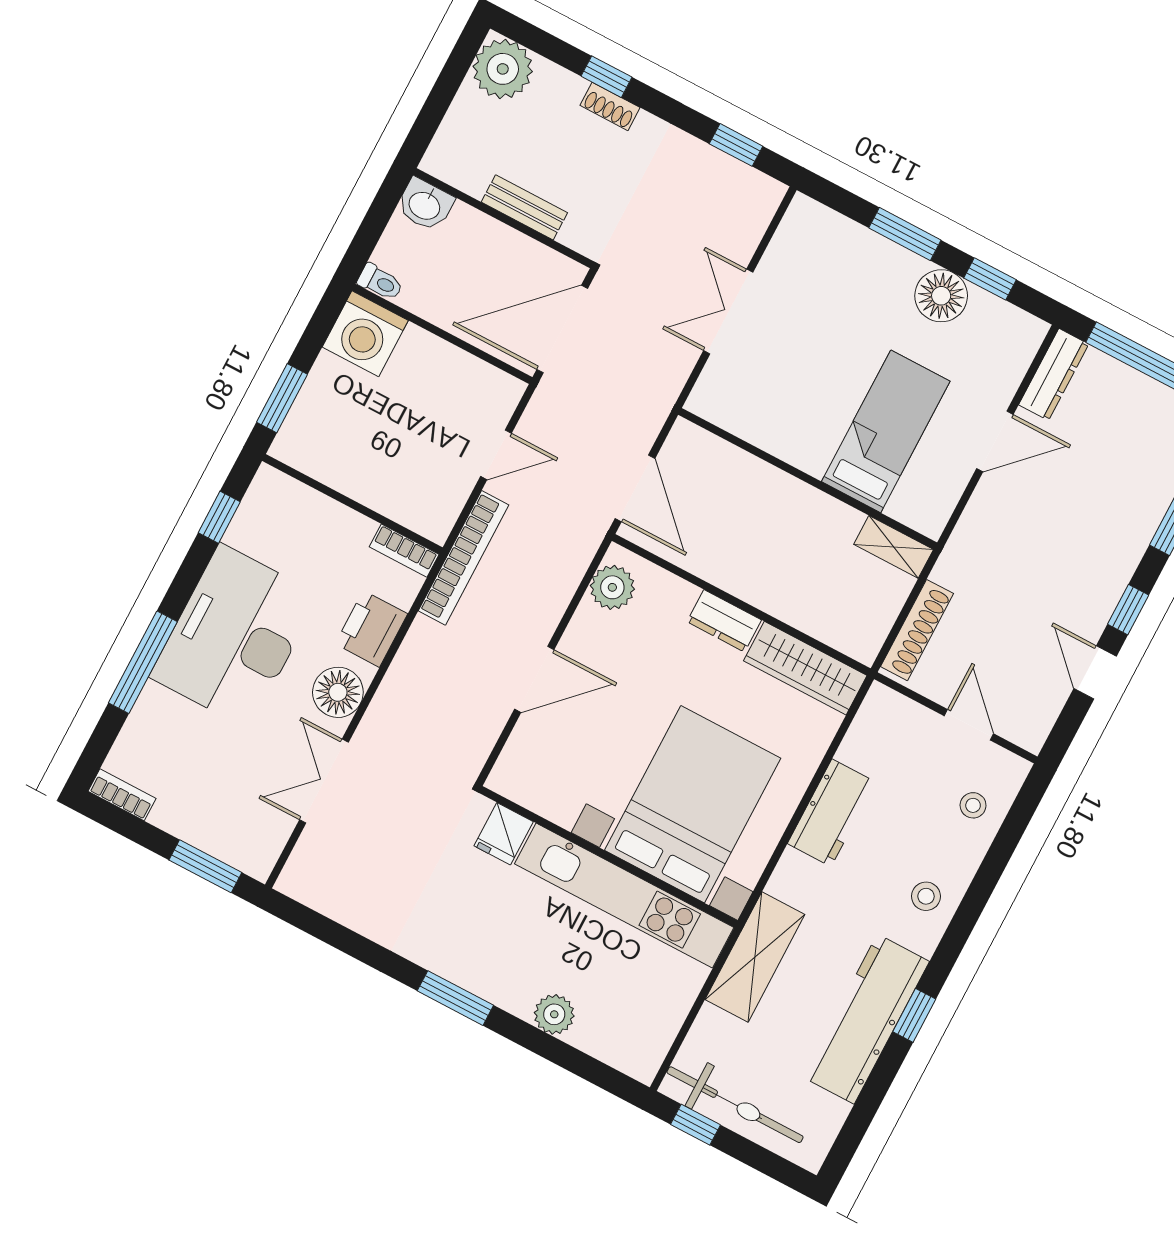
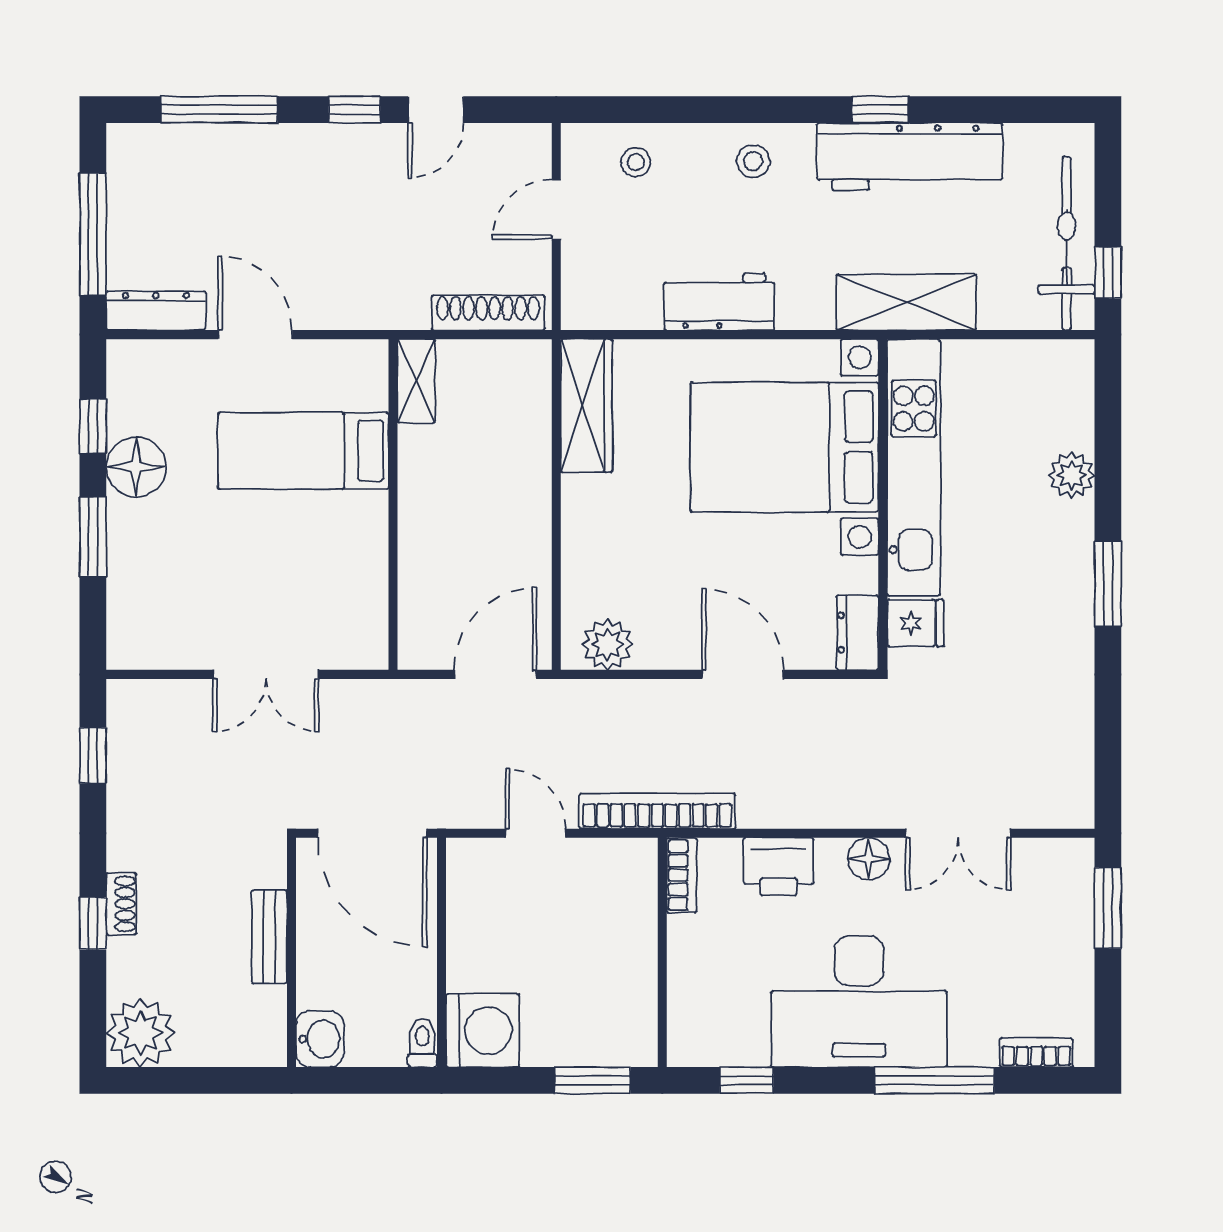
dresser: (724, 621) -> (857, 633), moved, turned 180
floor lamp: (338, 692) -> (869, 859), width x0.73, depth x0.73
bookcase: (122, 795) -> (1036, 1053), moved, turned 90

